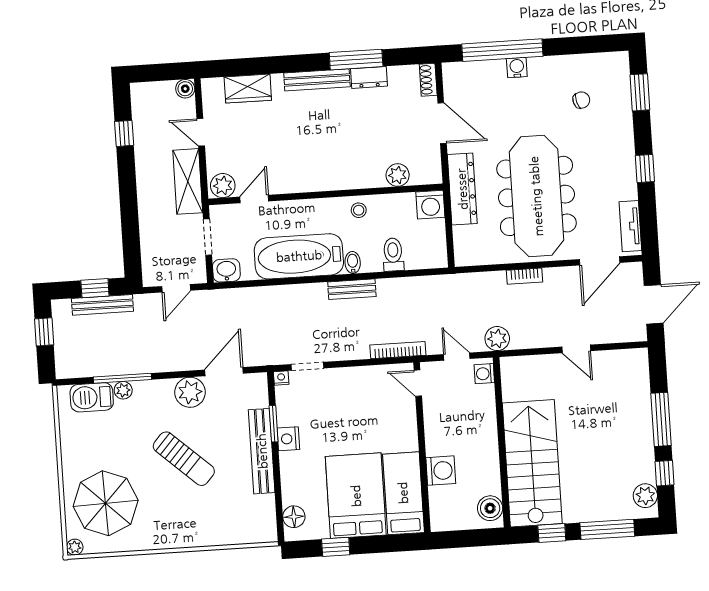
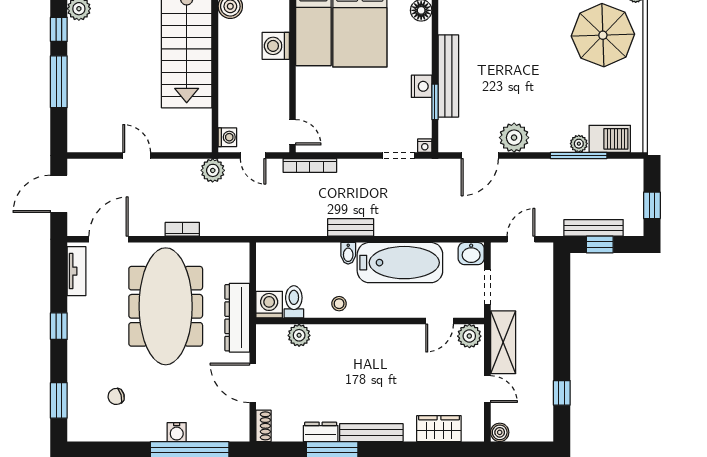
toilet: (393, 254) -> (294, 302), moved, turned 180
sun lounger: (184, 459) -> (524, 74), removed

